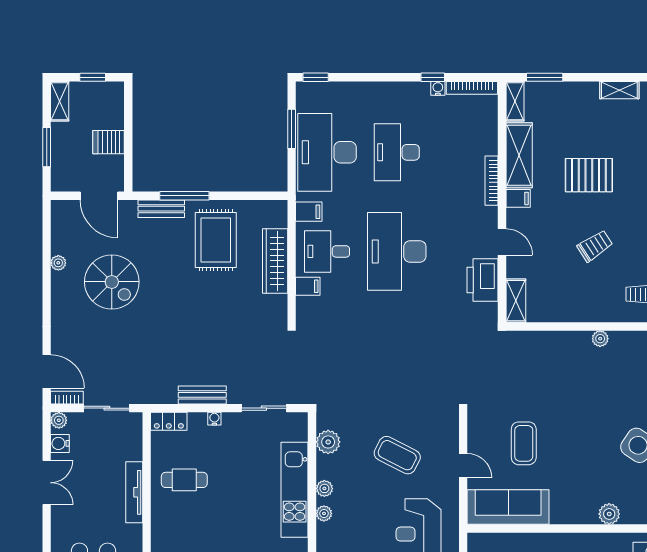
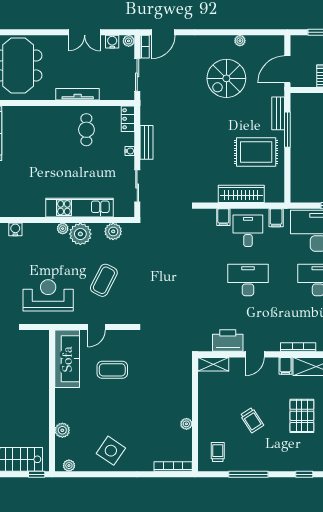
desk: (397, 251) -> (248, 280), width x0.73, depth x0.77
plant: (324, 488) -> (80, 234), width x1.88, depth x1.88

